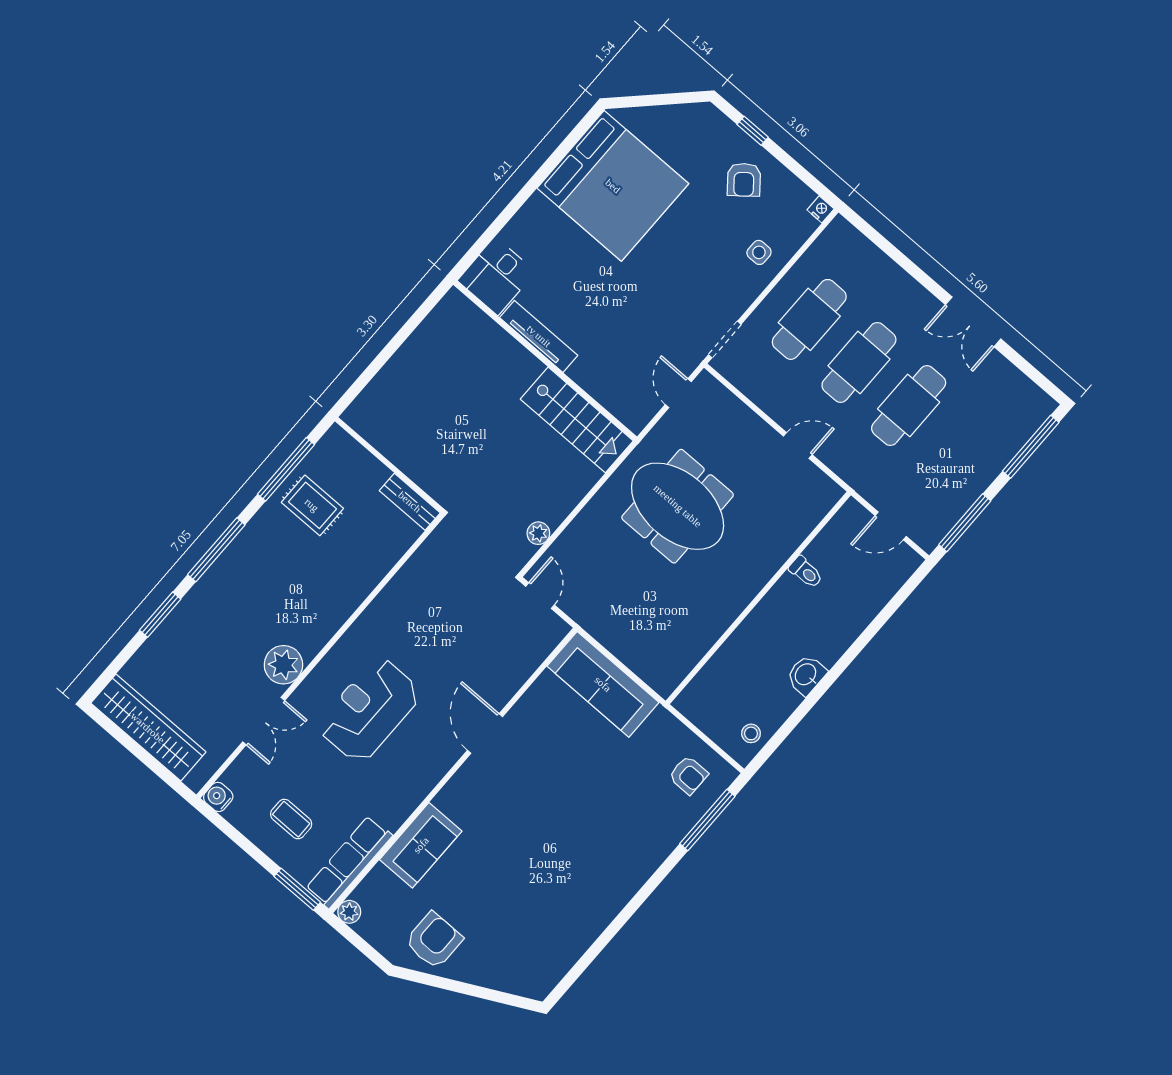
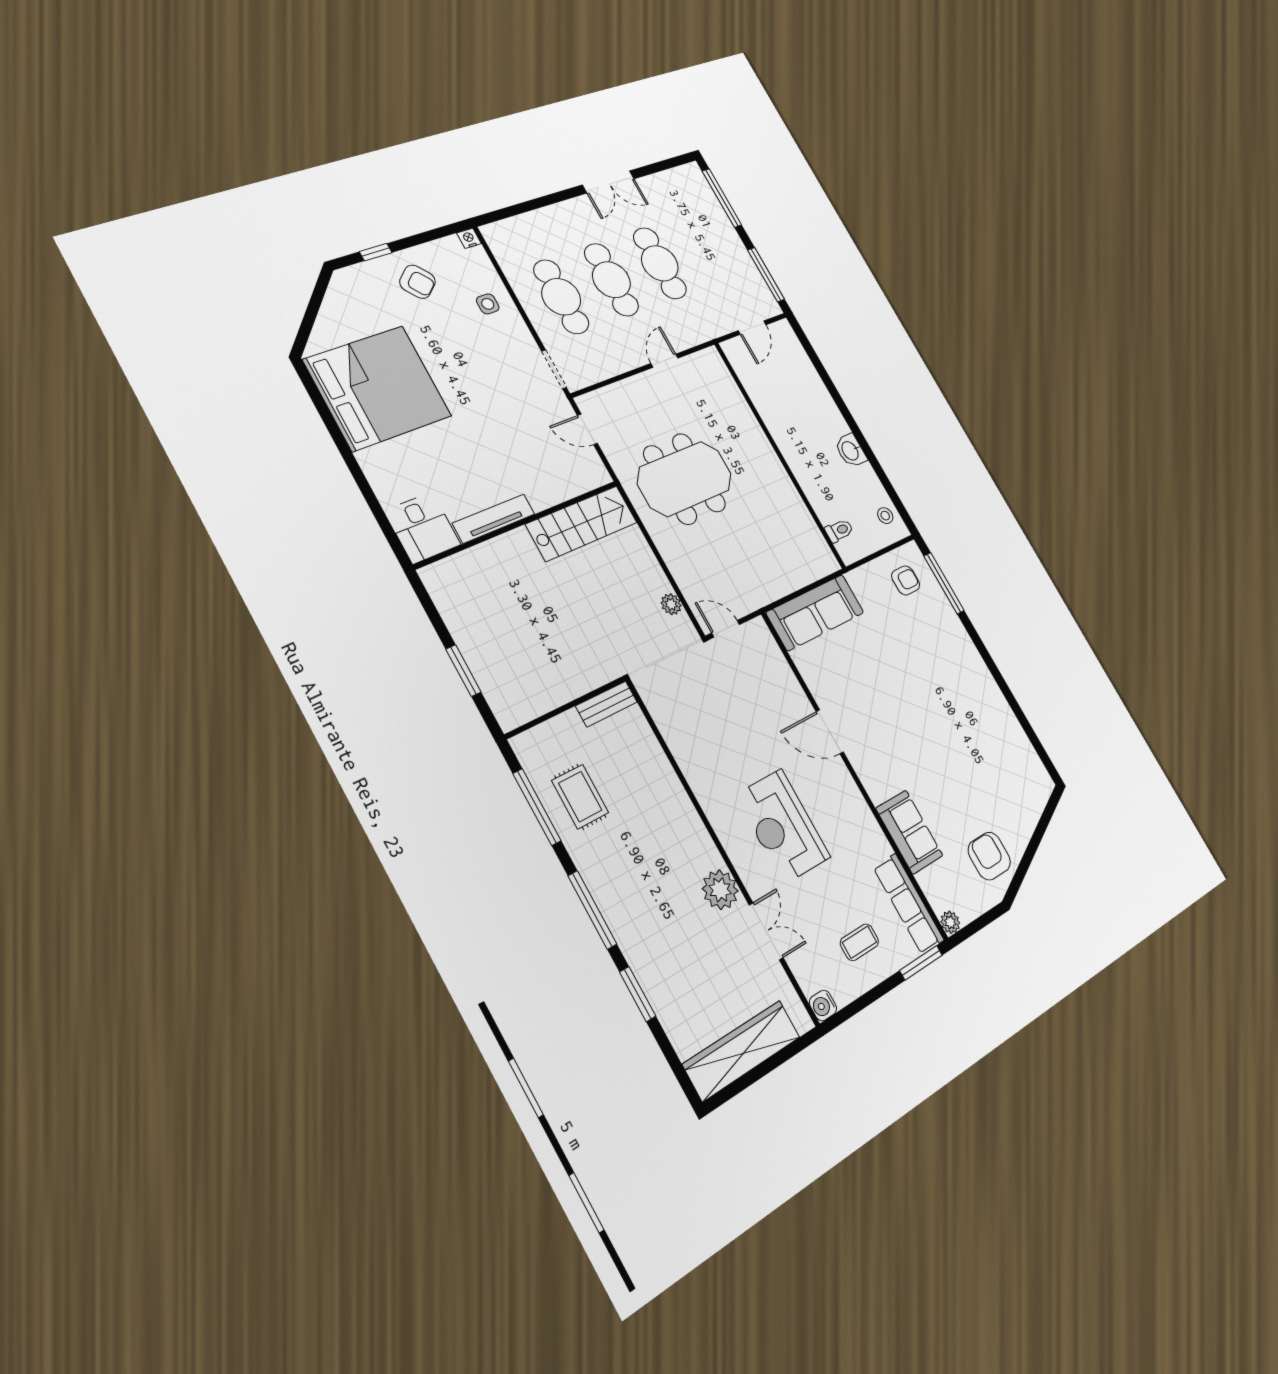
window: (380, 361) -> (463, 671), added
rug: (312, 505) -> (580, 797), turned 90
toilet: (806, 572) -> (839, 531), moved

